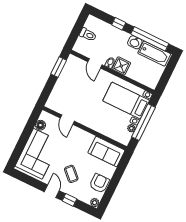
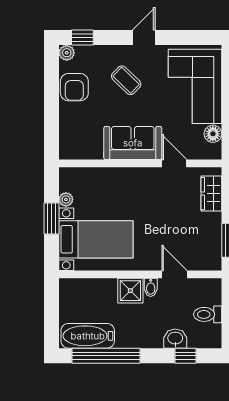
window: (119, 24) -> (185, 356), moved
washbasin: (135, 42) -> (175, 339), moved
wardrobe: (56, 95) -> (211, 194), added
window: (144, 122) -> (51, 219), width x0.47
sofa: (106, 152) -> (133, 143), moved
door: (52, 191) -> (144, 38), swing flipped
window: (69, 200) -> (82, 38), moved

